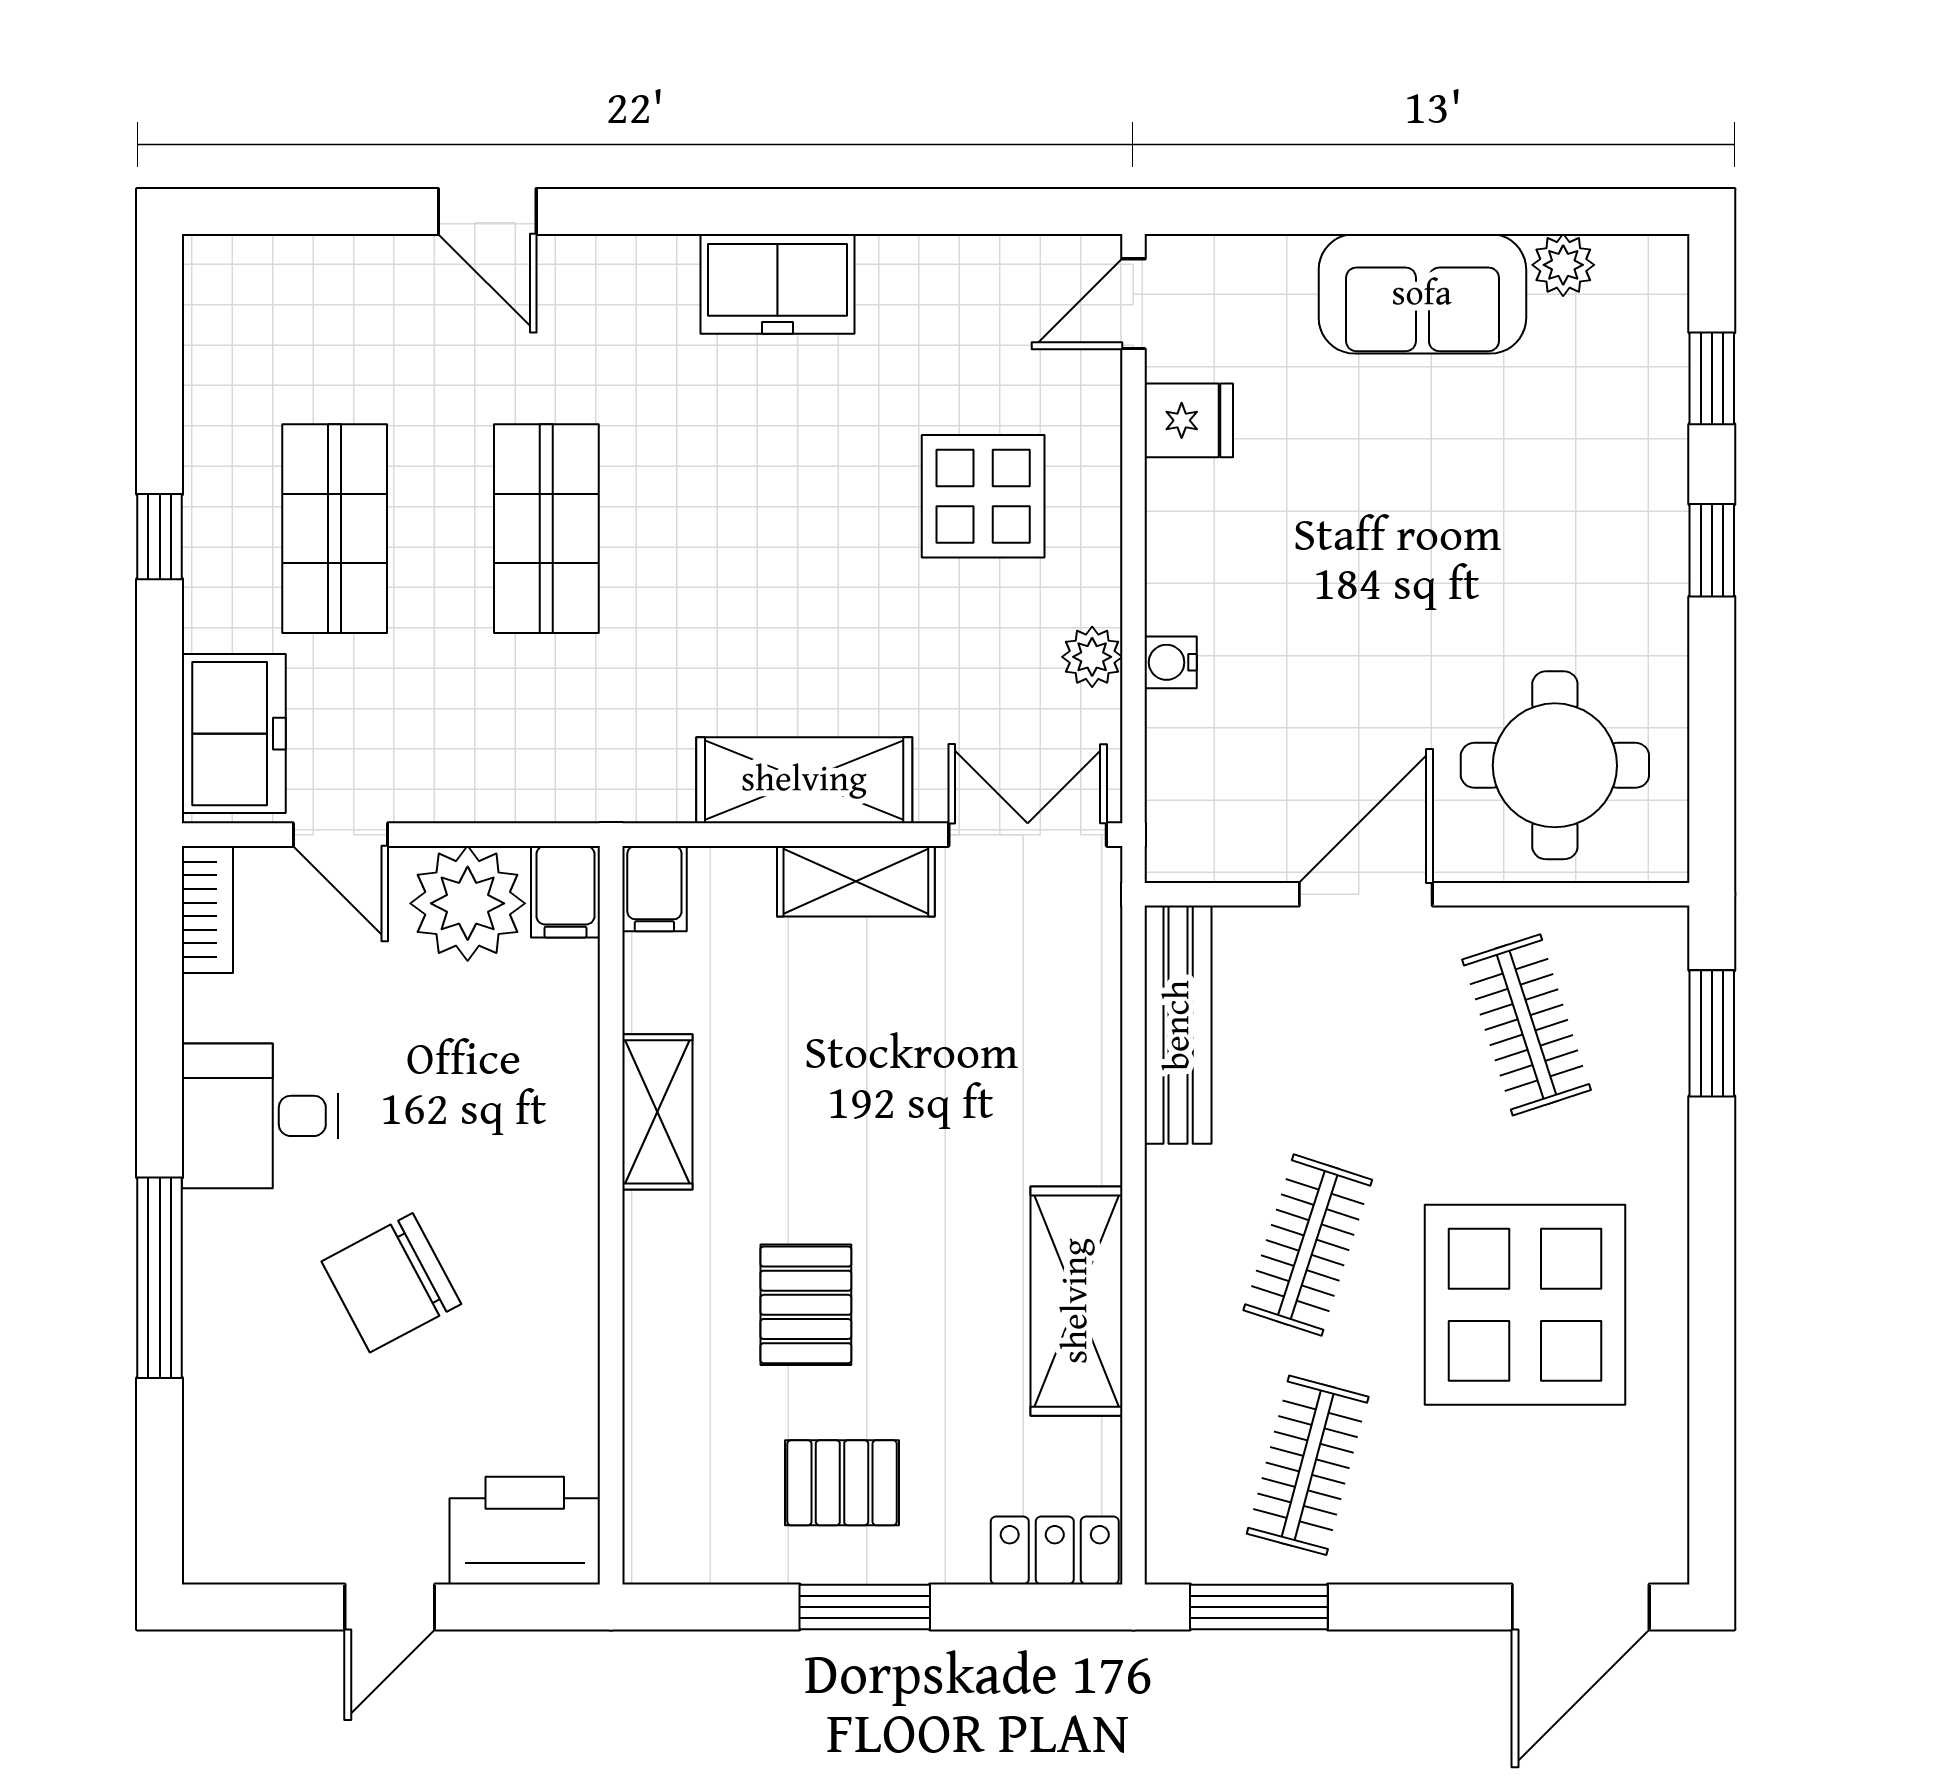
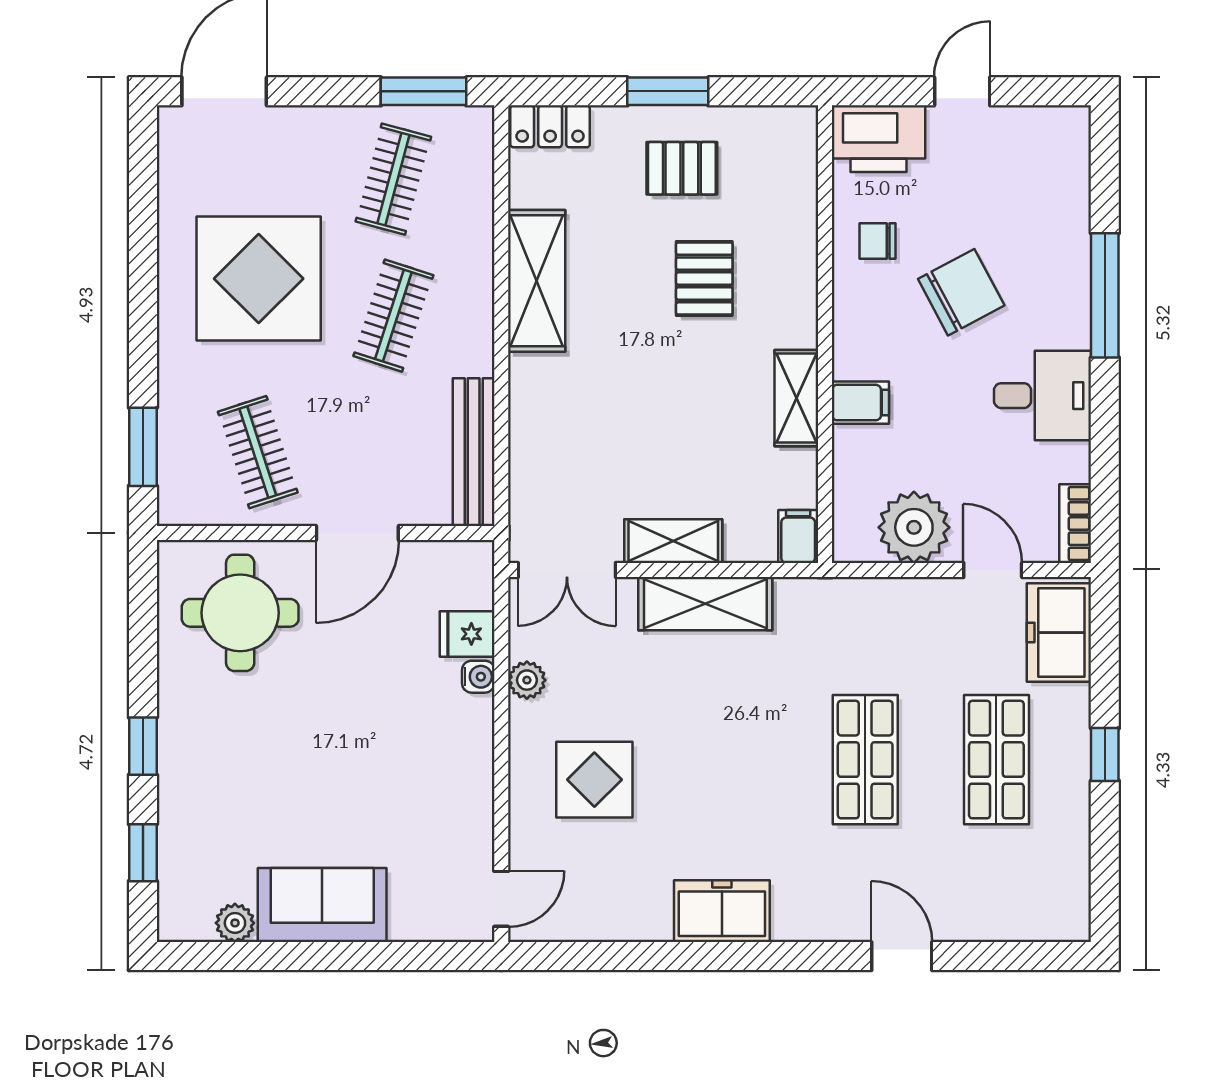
fridge: (1189, 420) -> (467, 634), moved
filing cabinet: (565, 892) -> (860, 403), moved, turned 90
chair: (527, 1365) -> (877, 241), added

